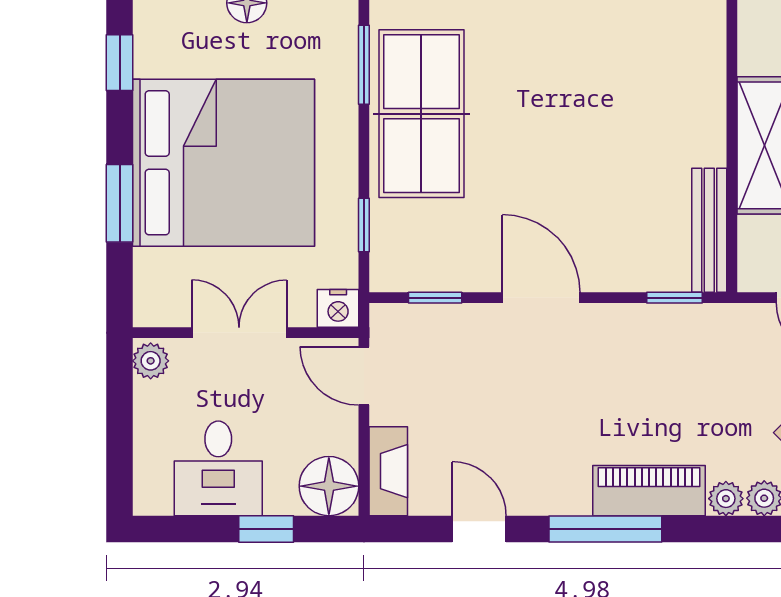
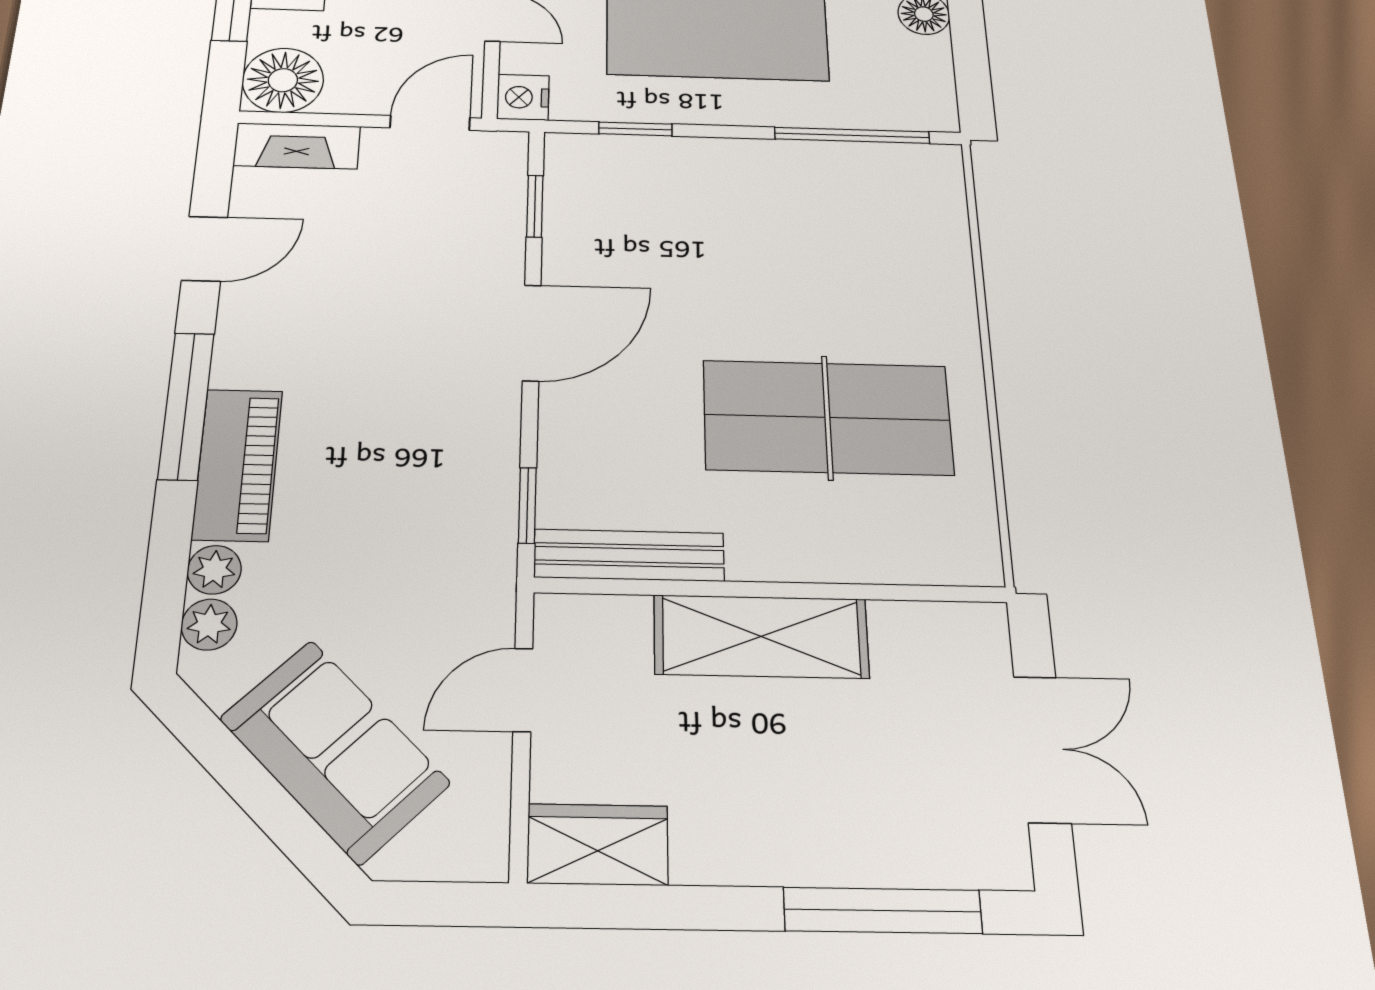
window: (364, 65) -> (852, 135), width x1.44
table tennis table: (421, 114) -> (827, 417), moved

